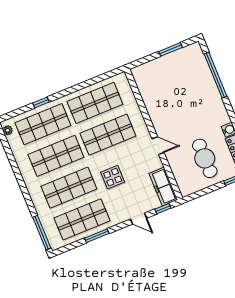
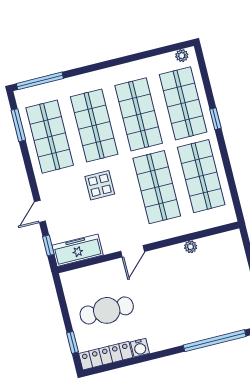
window: (41, 103) -> (215, 119), moved
plant: (148, 103) -> (191, 247), added
window: (97, 236) -> (18, 125), moved

